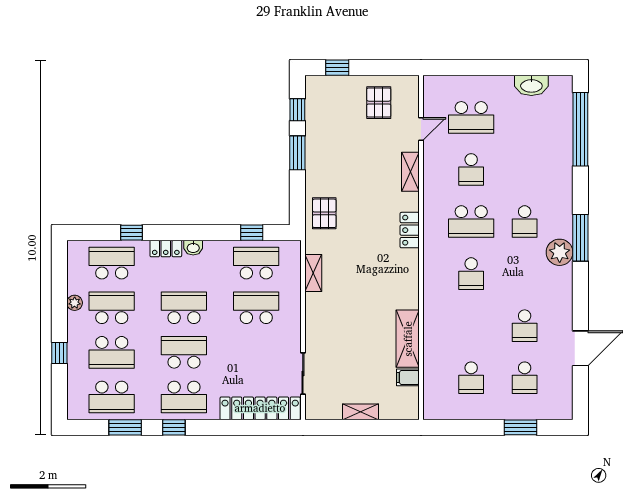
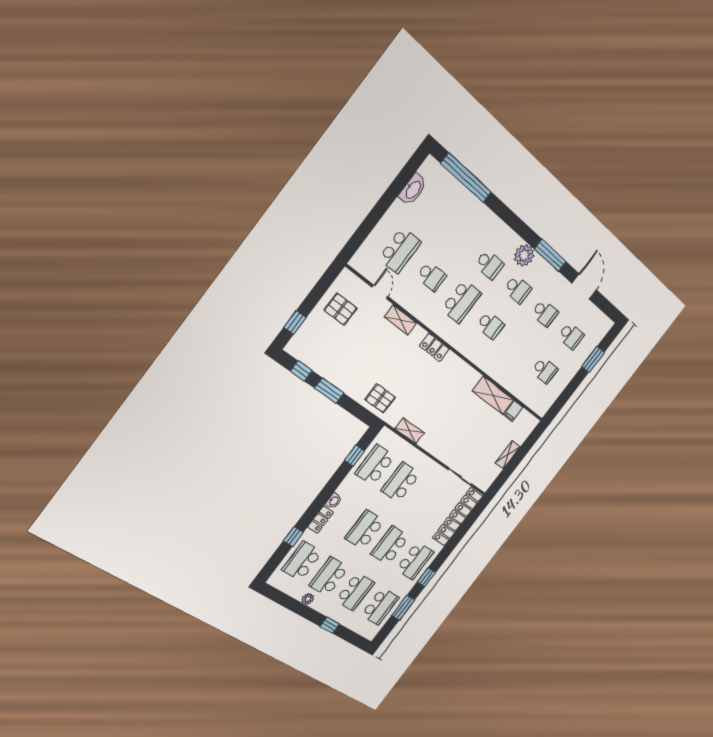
window: (580, 238) -> (550, 255), moved
school desk: (525, 274) -> (518, 289), added

